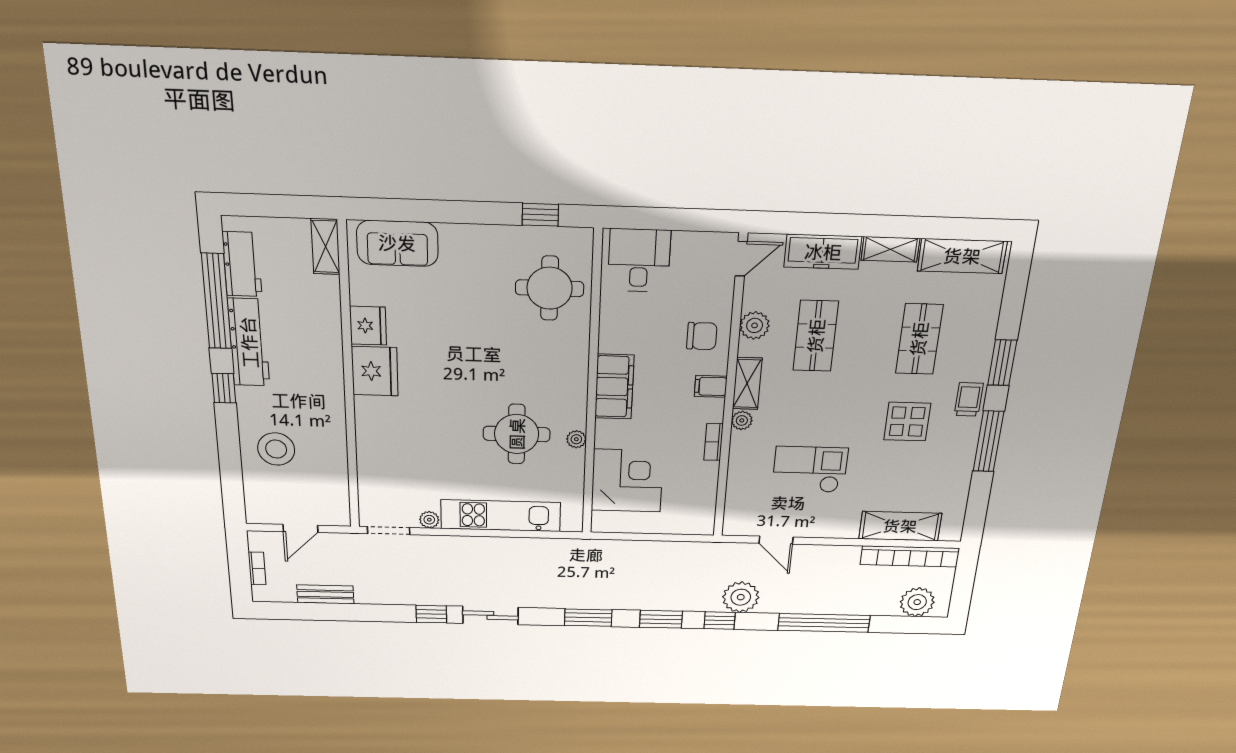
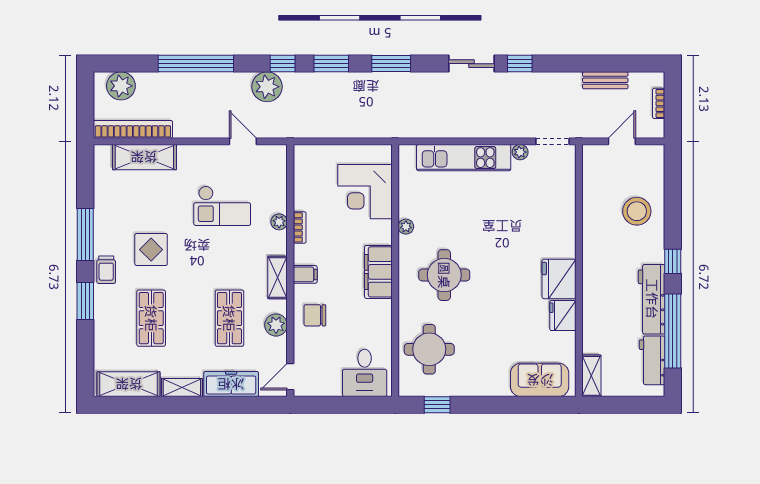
plant: (742, 420) -> (279, 222), moved
round table: (517, 434) -> (444, 275), moved

